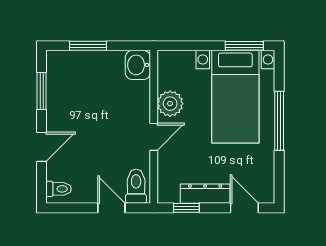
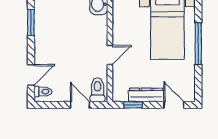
plant: (170, 104) -> (121, 32), removed
door: (42, 147) -> (31, 75), moved

